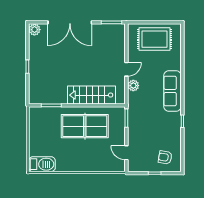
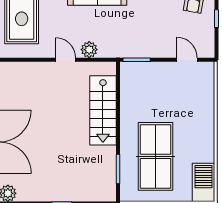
table tennis table: (85, 126) -> (156, 156), moved
door: (126, 153) -> (187, 60), swing flipped

